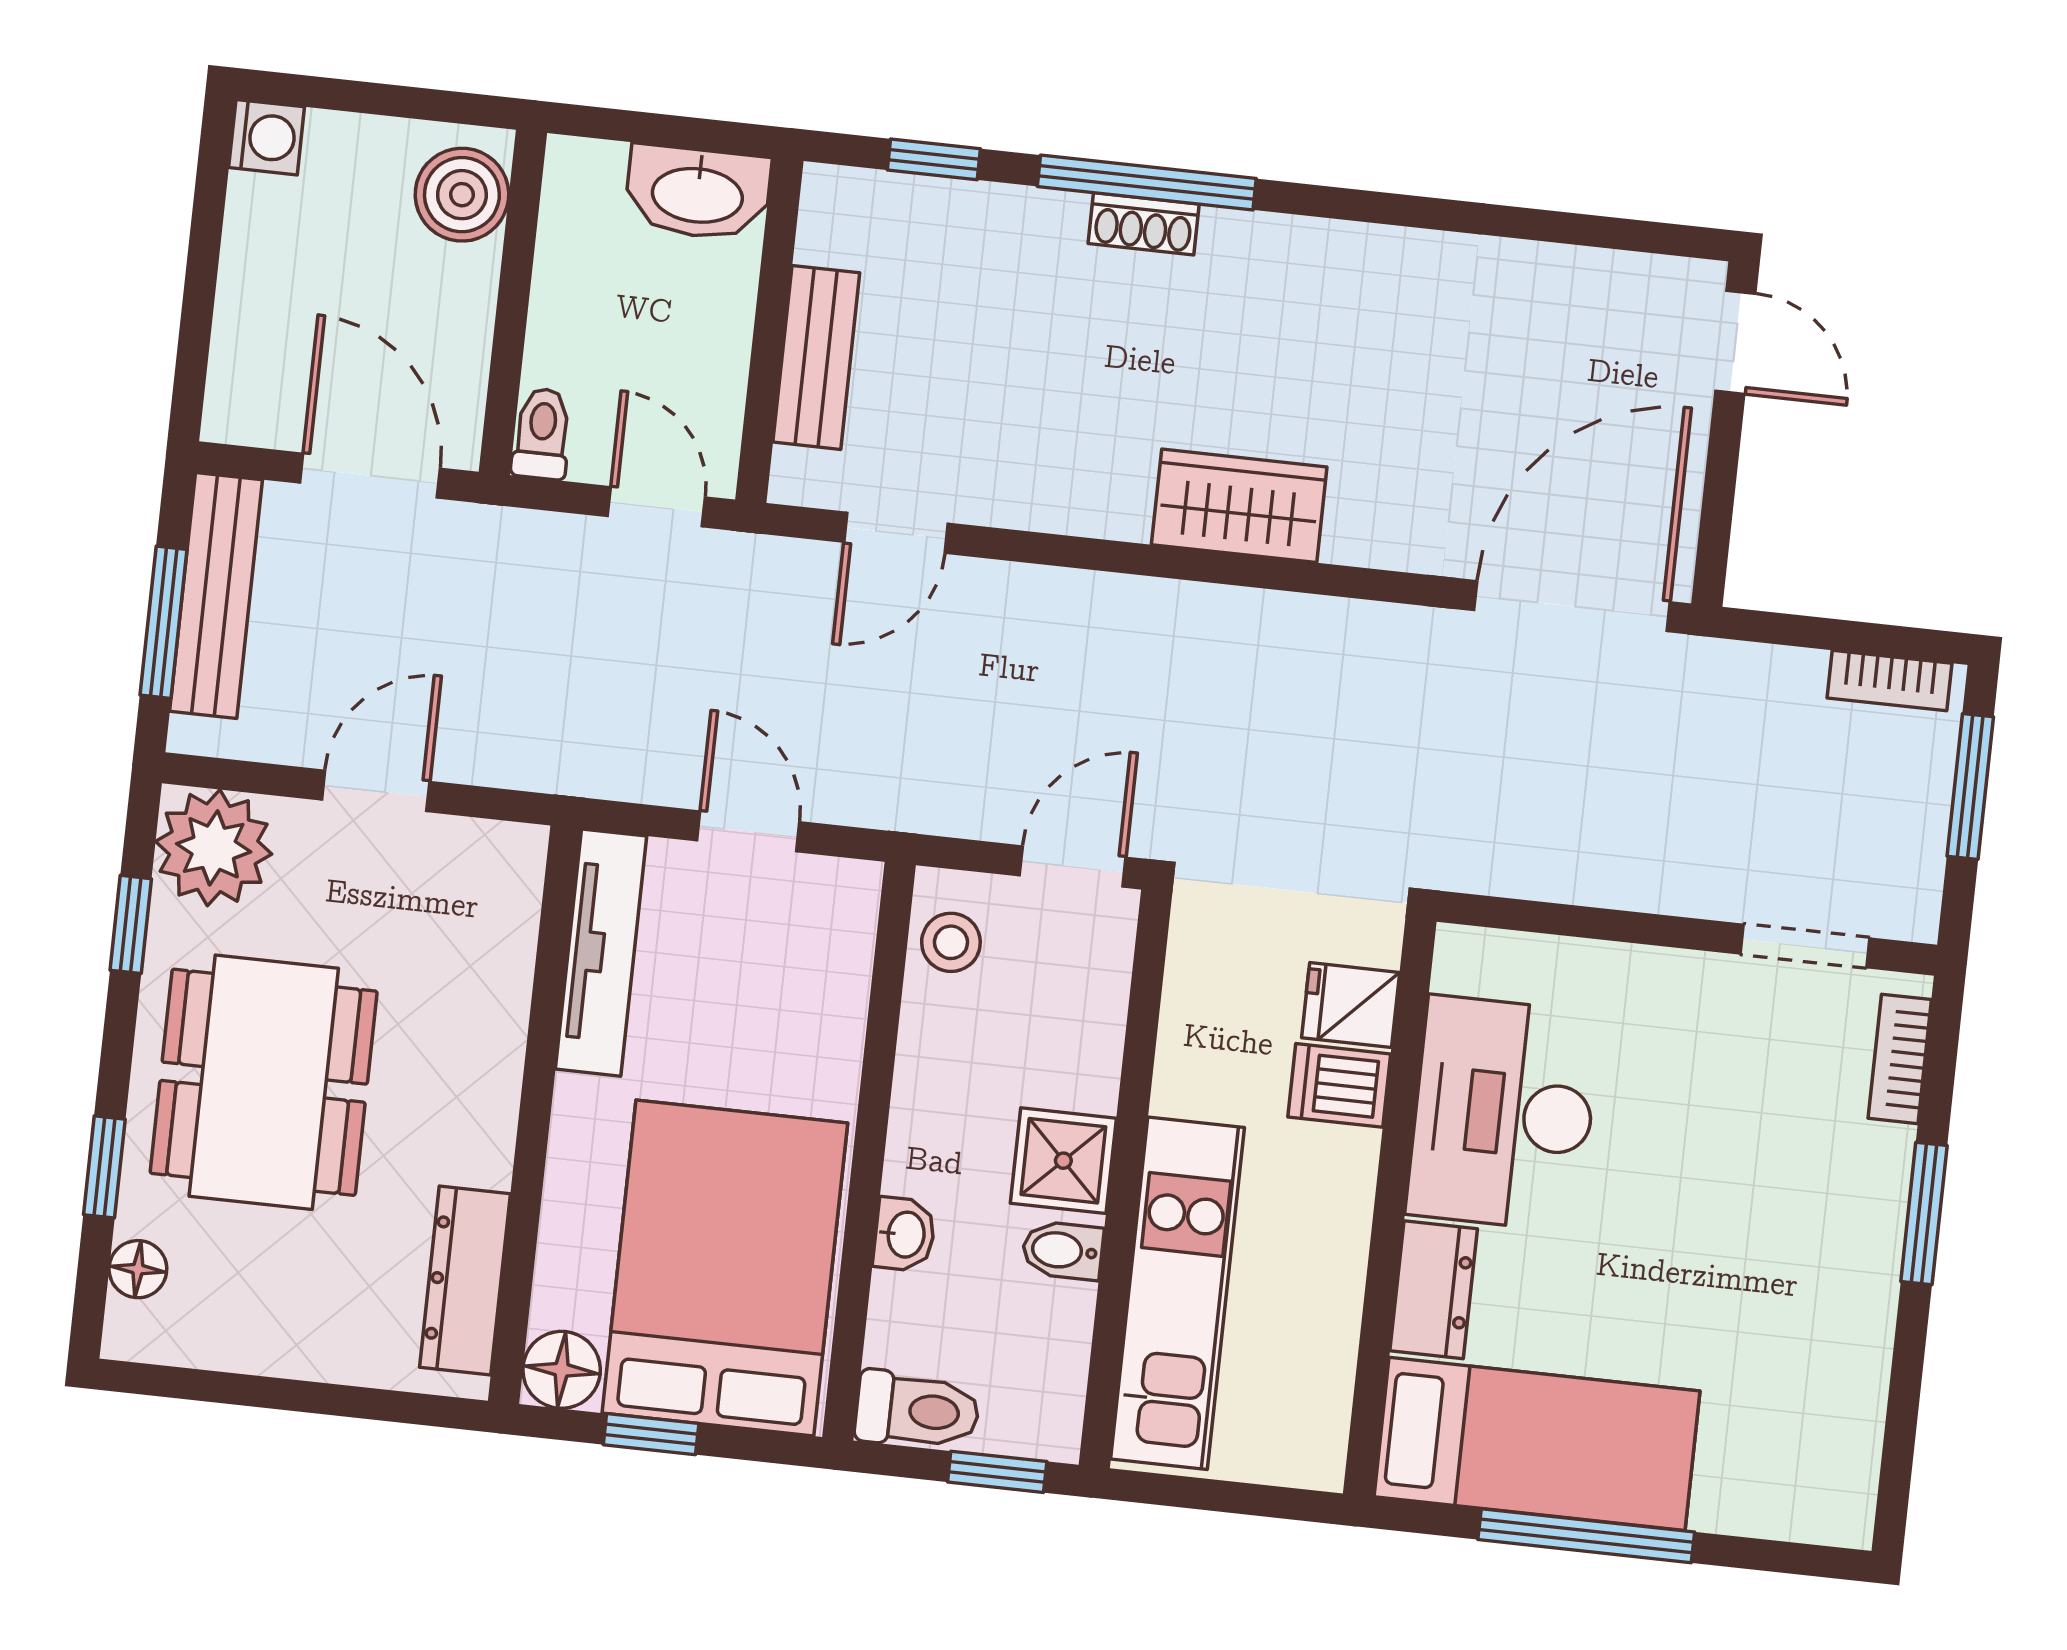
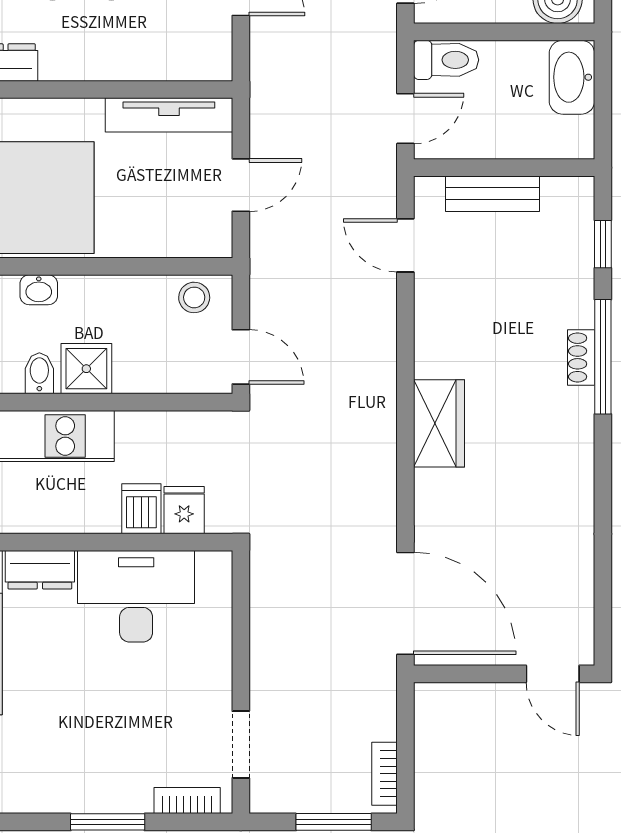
washbasin: (698, 193) -> (572, 77), moved
door: (1735, 342) -> (553, 674), hinge flipped
toilet: (542, 434) -> (446, 60), width x1.37, depth x1.39

